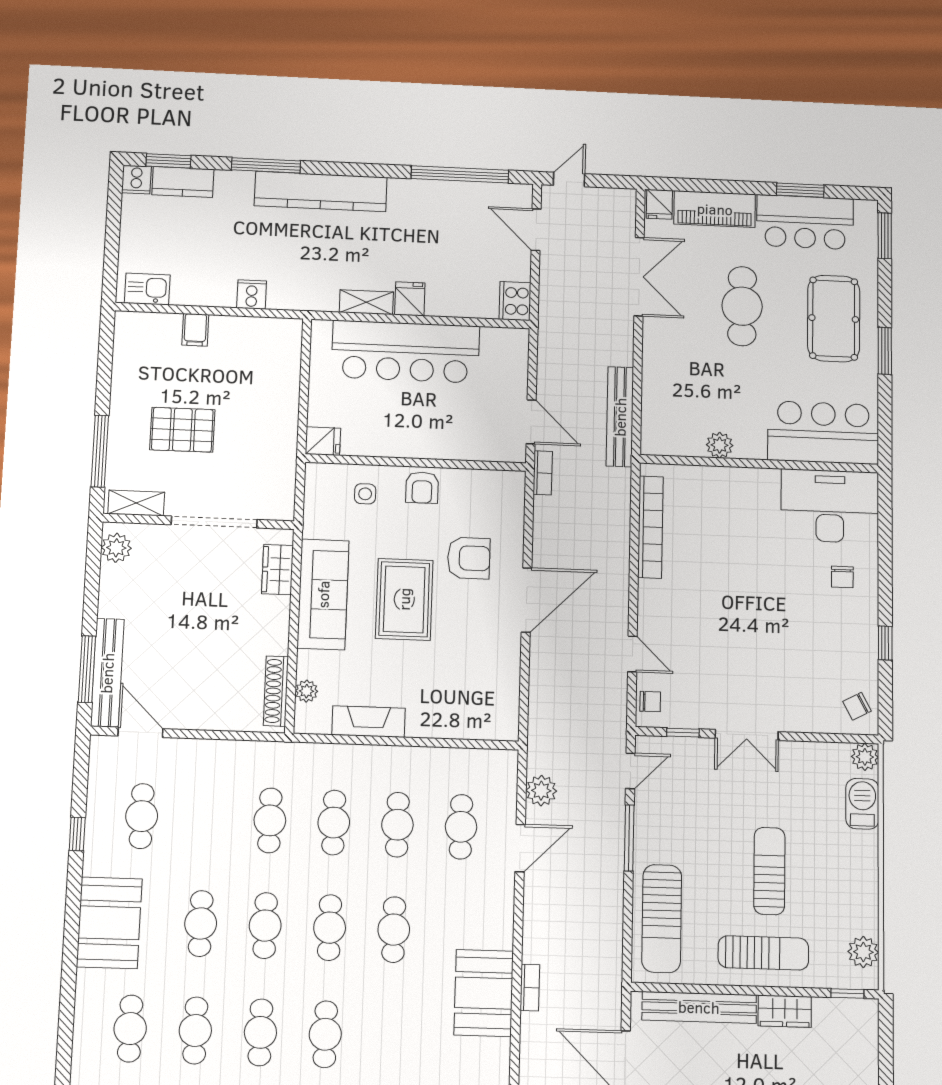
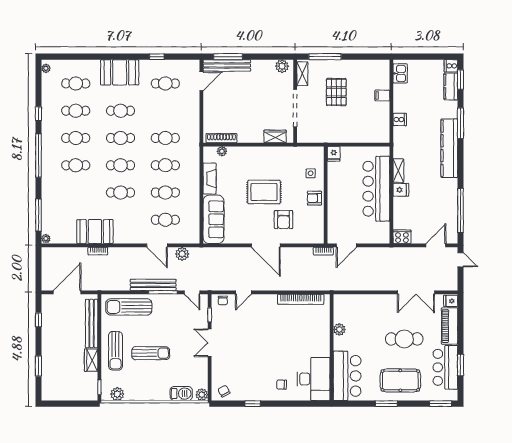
bench: (620, 417) -> (153, 285), moved
sofa: (323, 594) -> (213, 219), moved, turned -90

